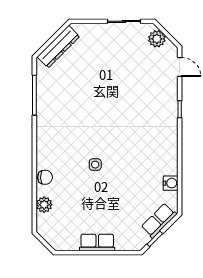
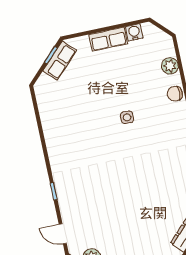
water cooler: (171, 183) -> (134, 32), moved, turned 90
row of seats: (159, 221) -> (60, 61), moved

